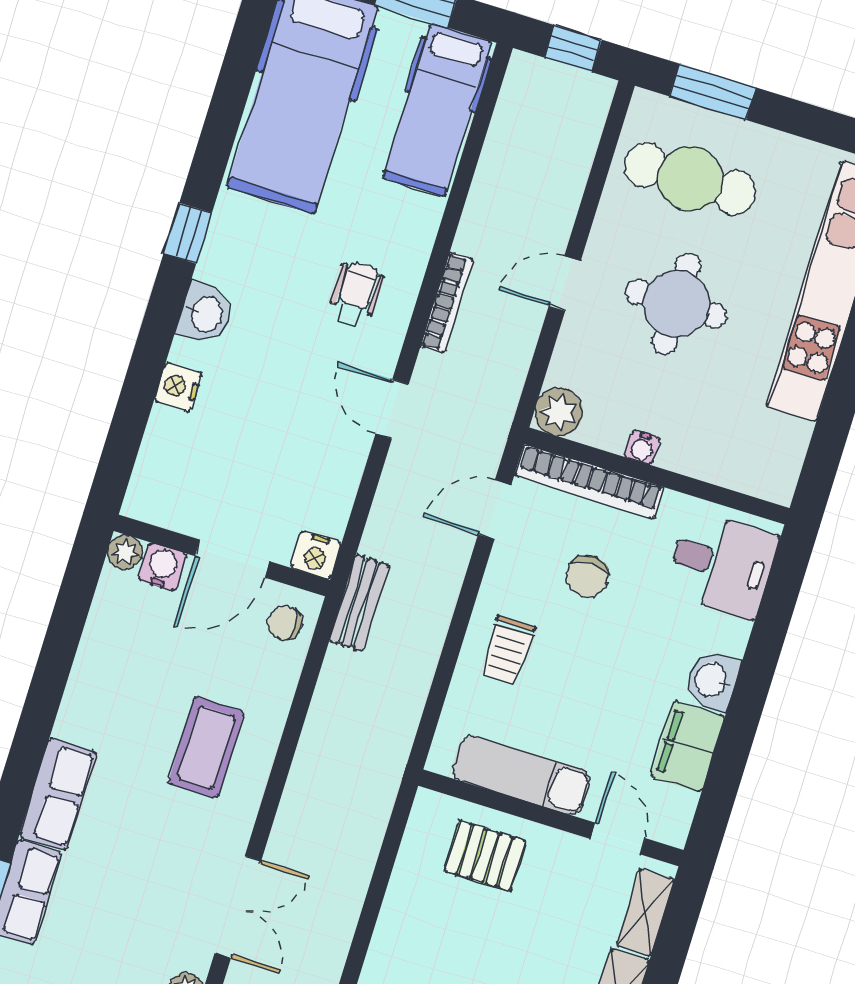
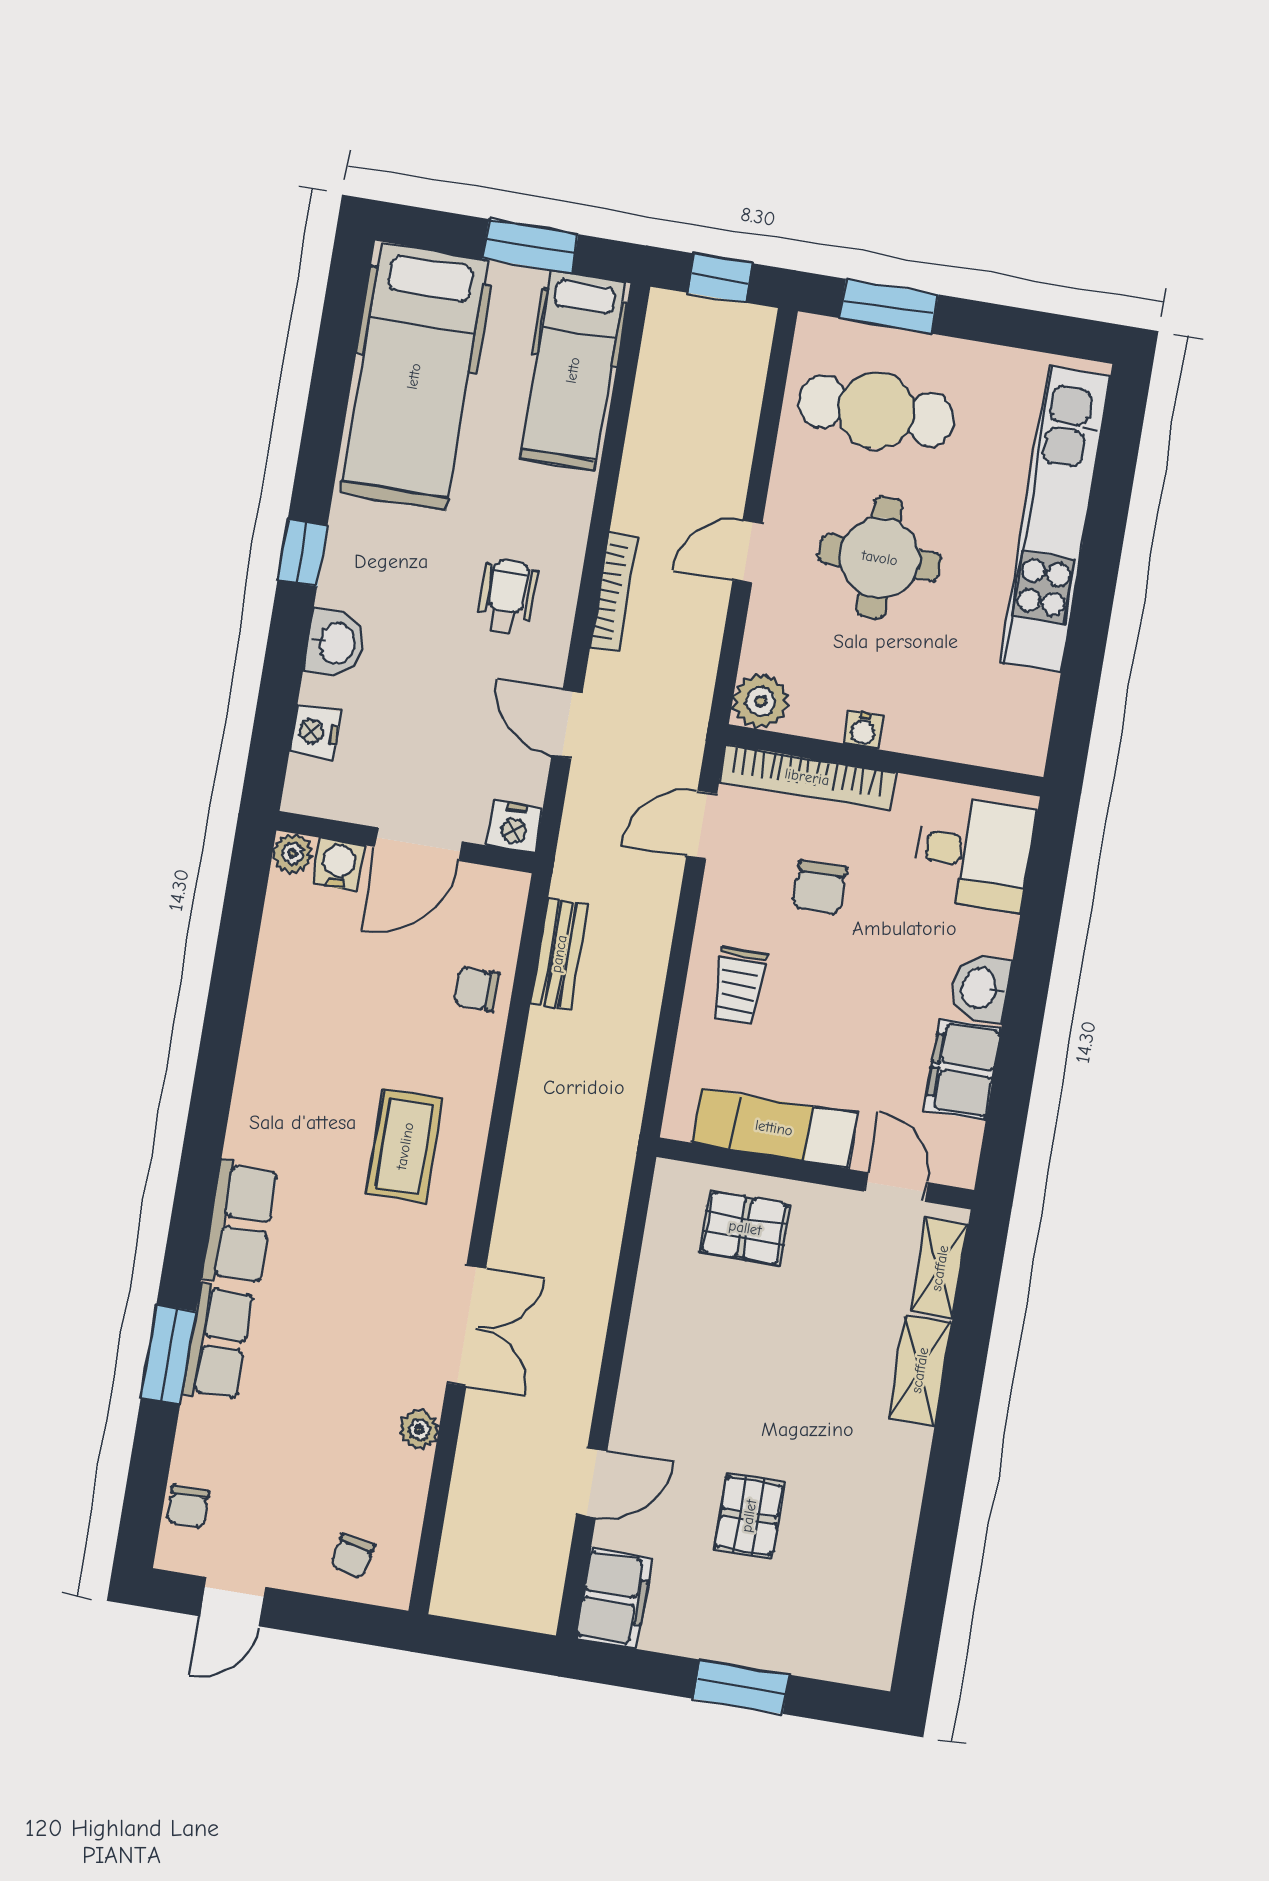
plant: (125, 552) -> (293, 853), moved
wall: (222, 555) -> (406, 842), moved
nightstand: (316, 555) -> (514, 827), moved
door: (232, 559) -> (418, 844), moved
water cooler: (162, 567) -> (339, 865), moved

